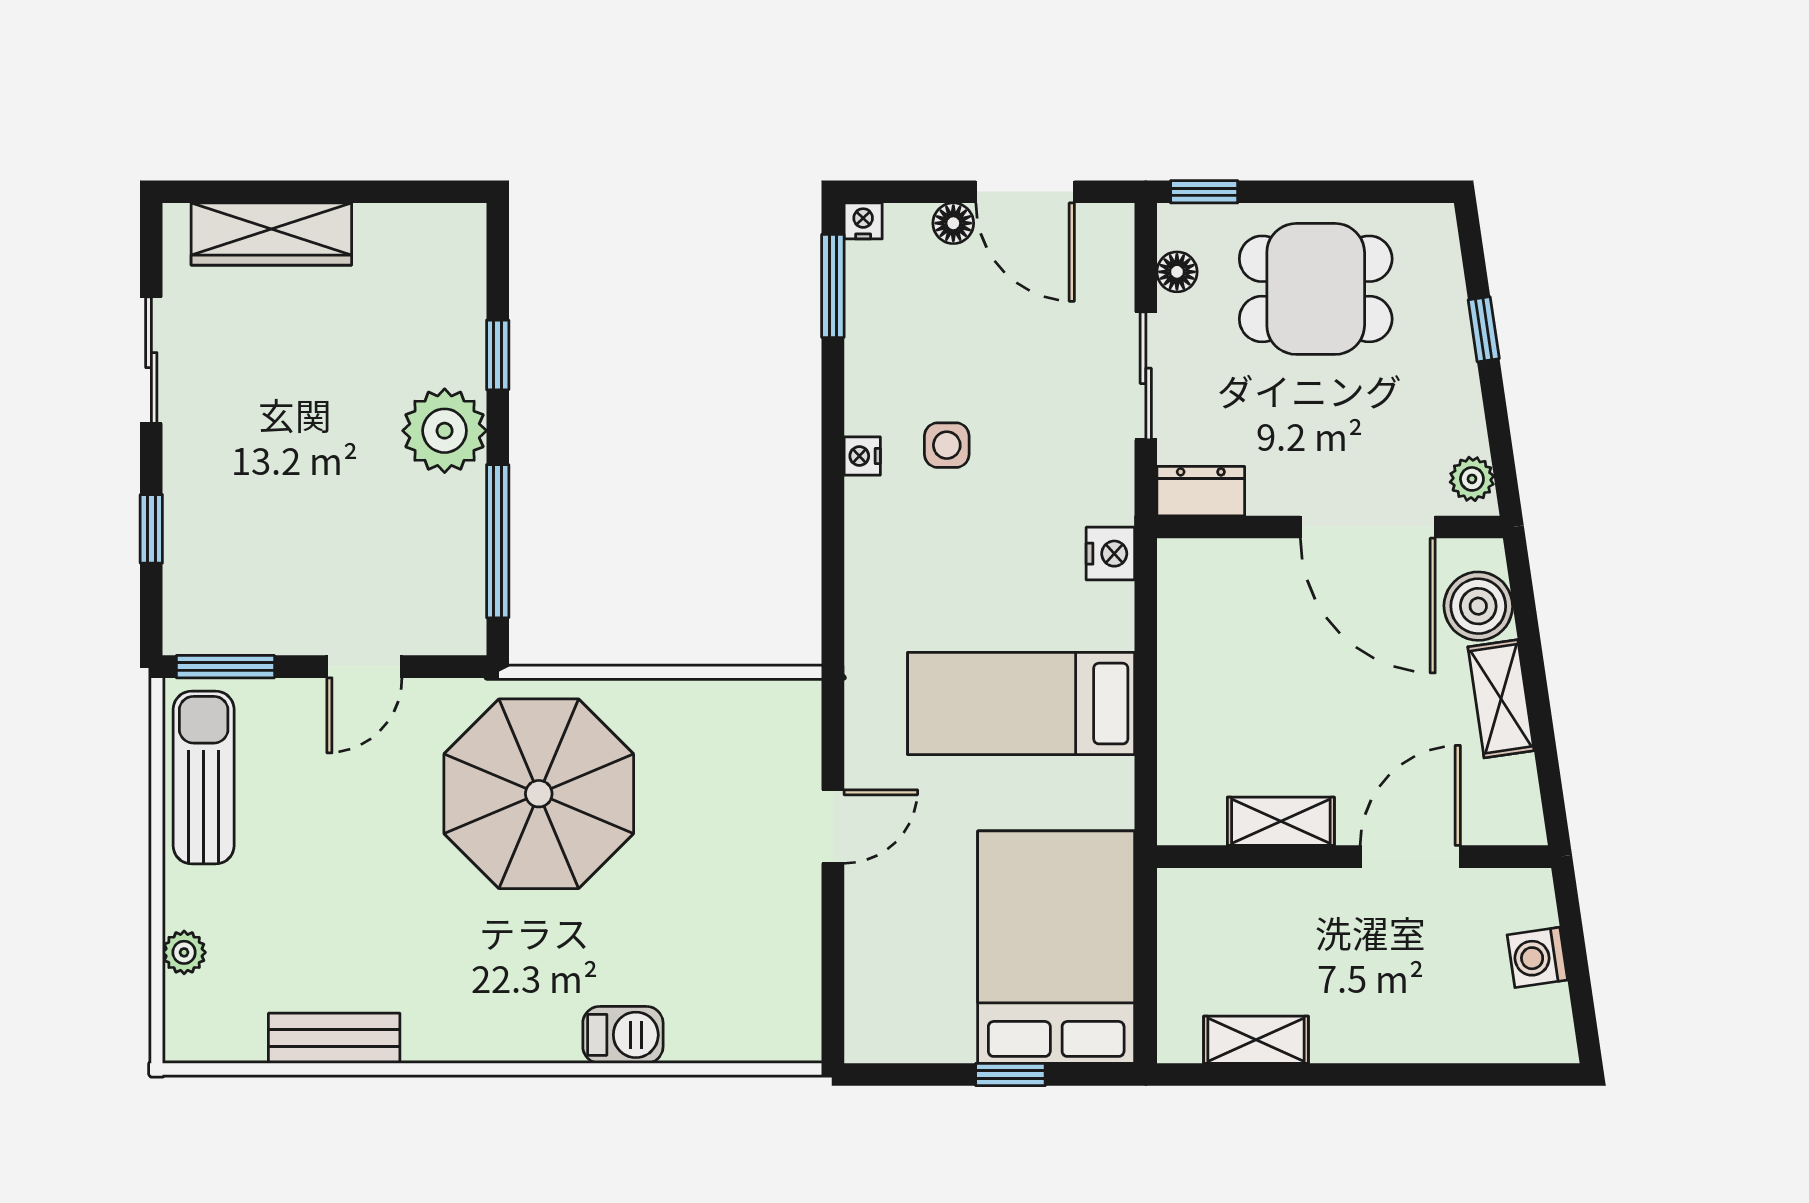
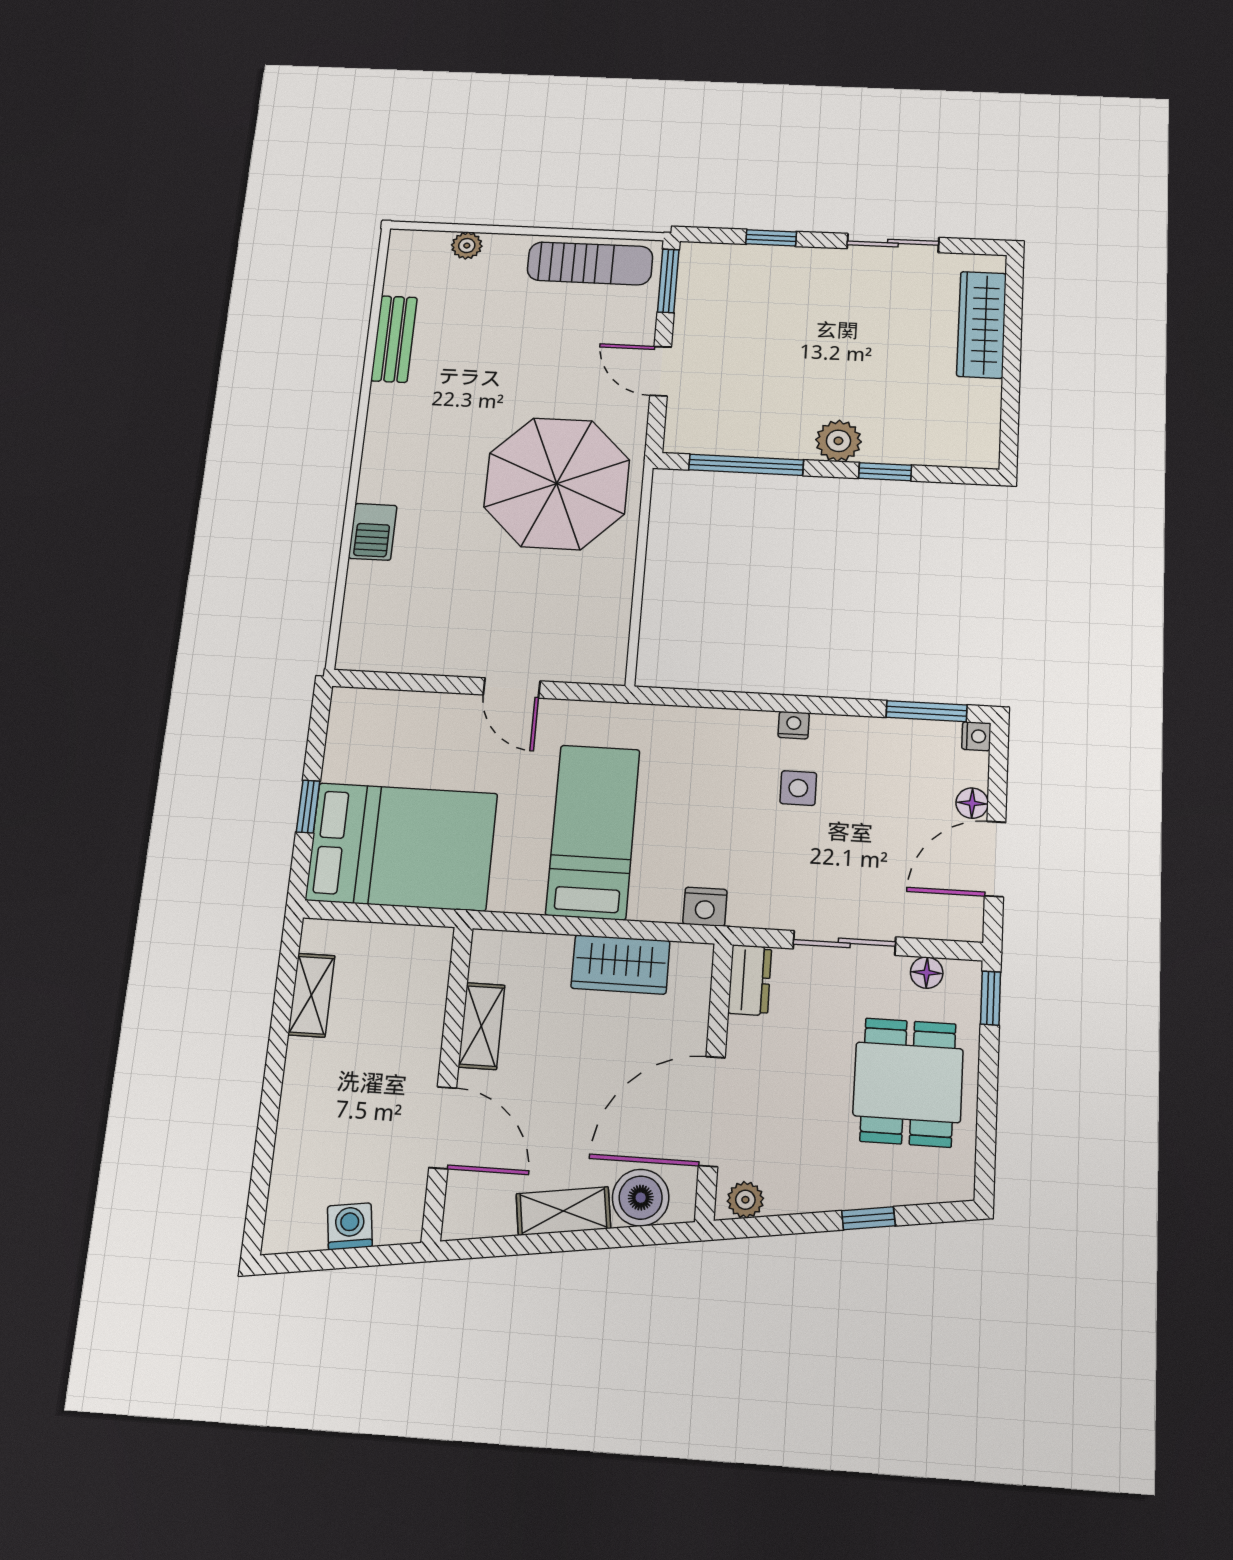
plant: (445, 431) -> (838, 441), width x0.73, depth x0.73
wardrobe: (1192, 654) -> (621, 965), added

